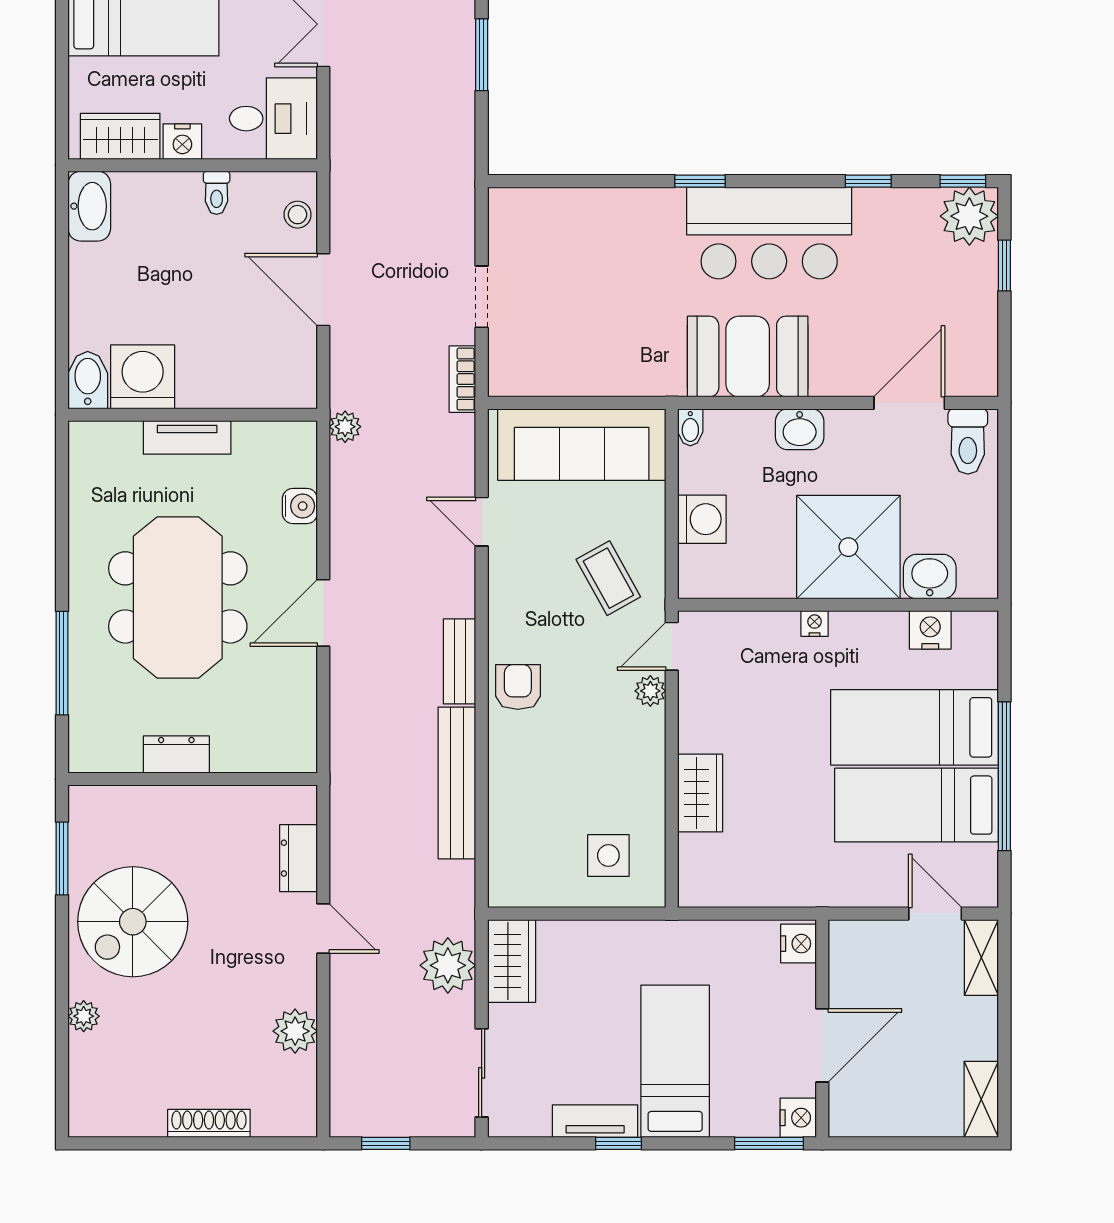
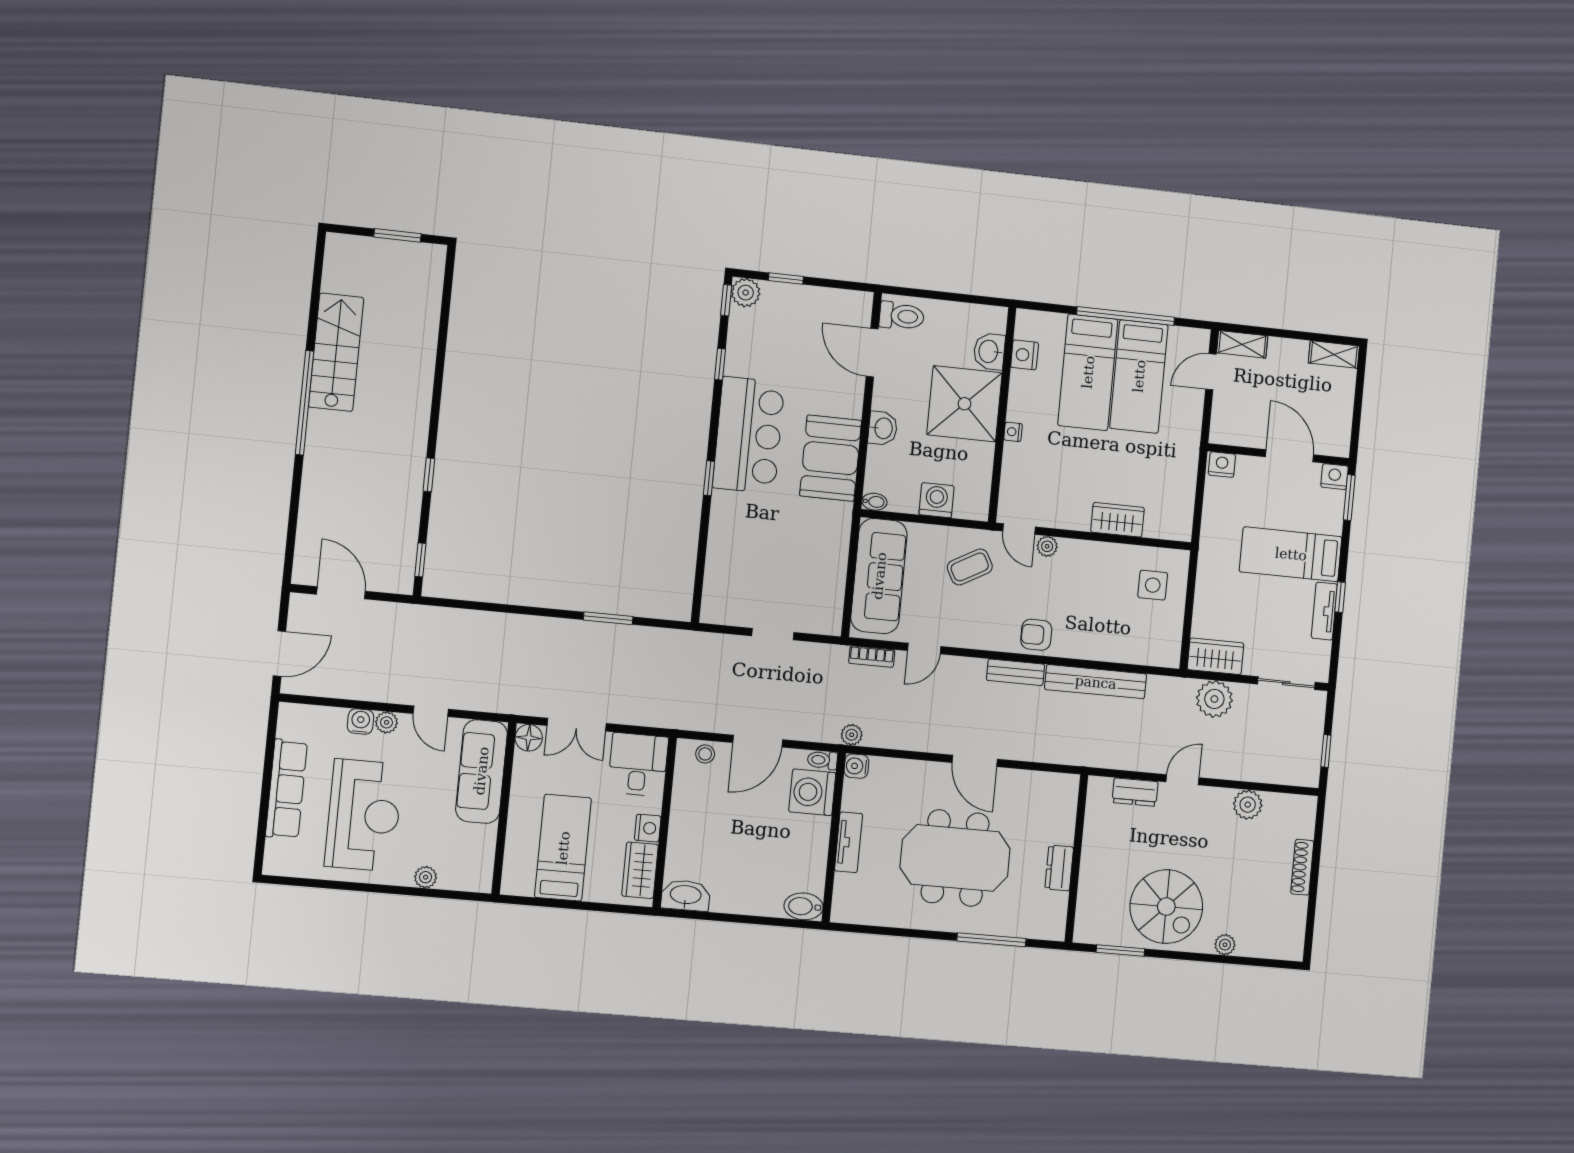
toilet: (217, 193) -> (822, 760), moved, turned 180
plant: (969, 216) -> (746, 293), width x0.73, depth x0.73
washing machine: (143, 377) -> (812, 792), moved
bookcase: (462, 379) -> (872, 657), moved
water cooler: (300, 506) -> (856, 766), moved, turned -90

